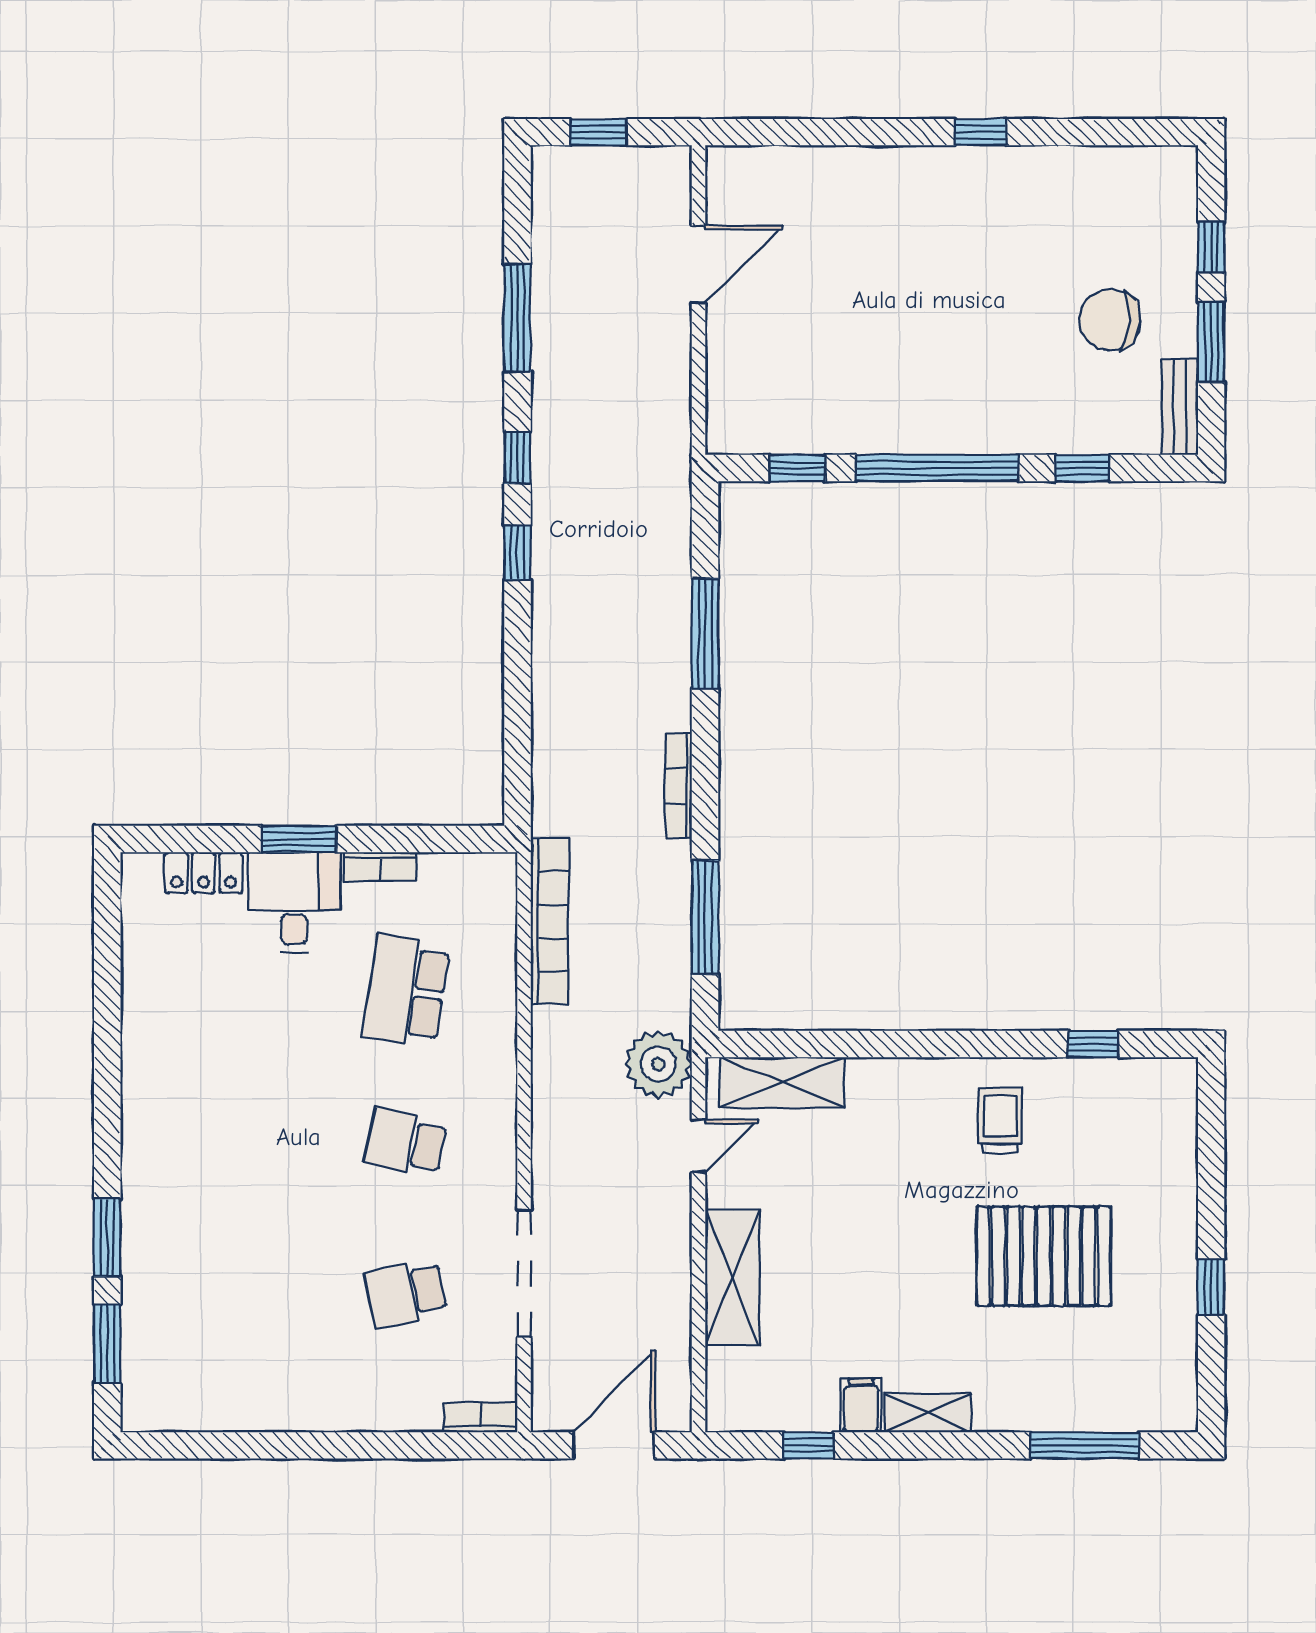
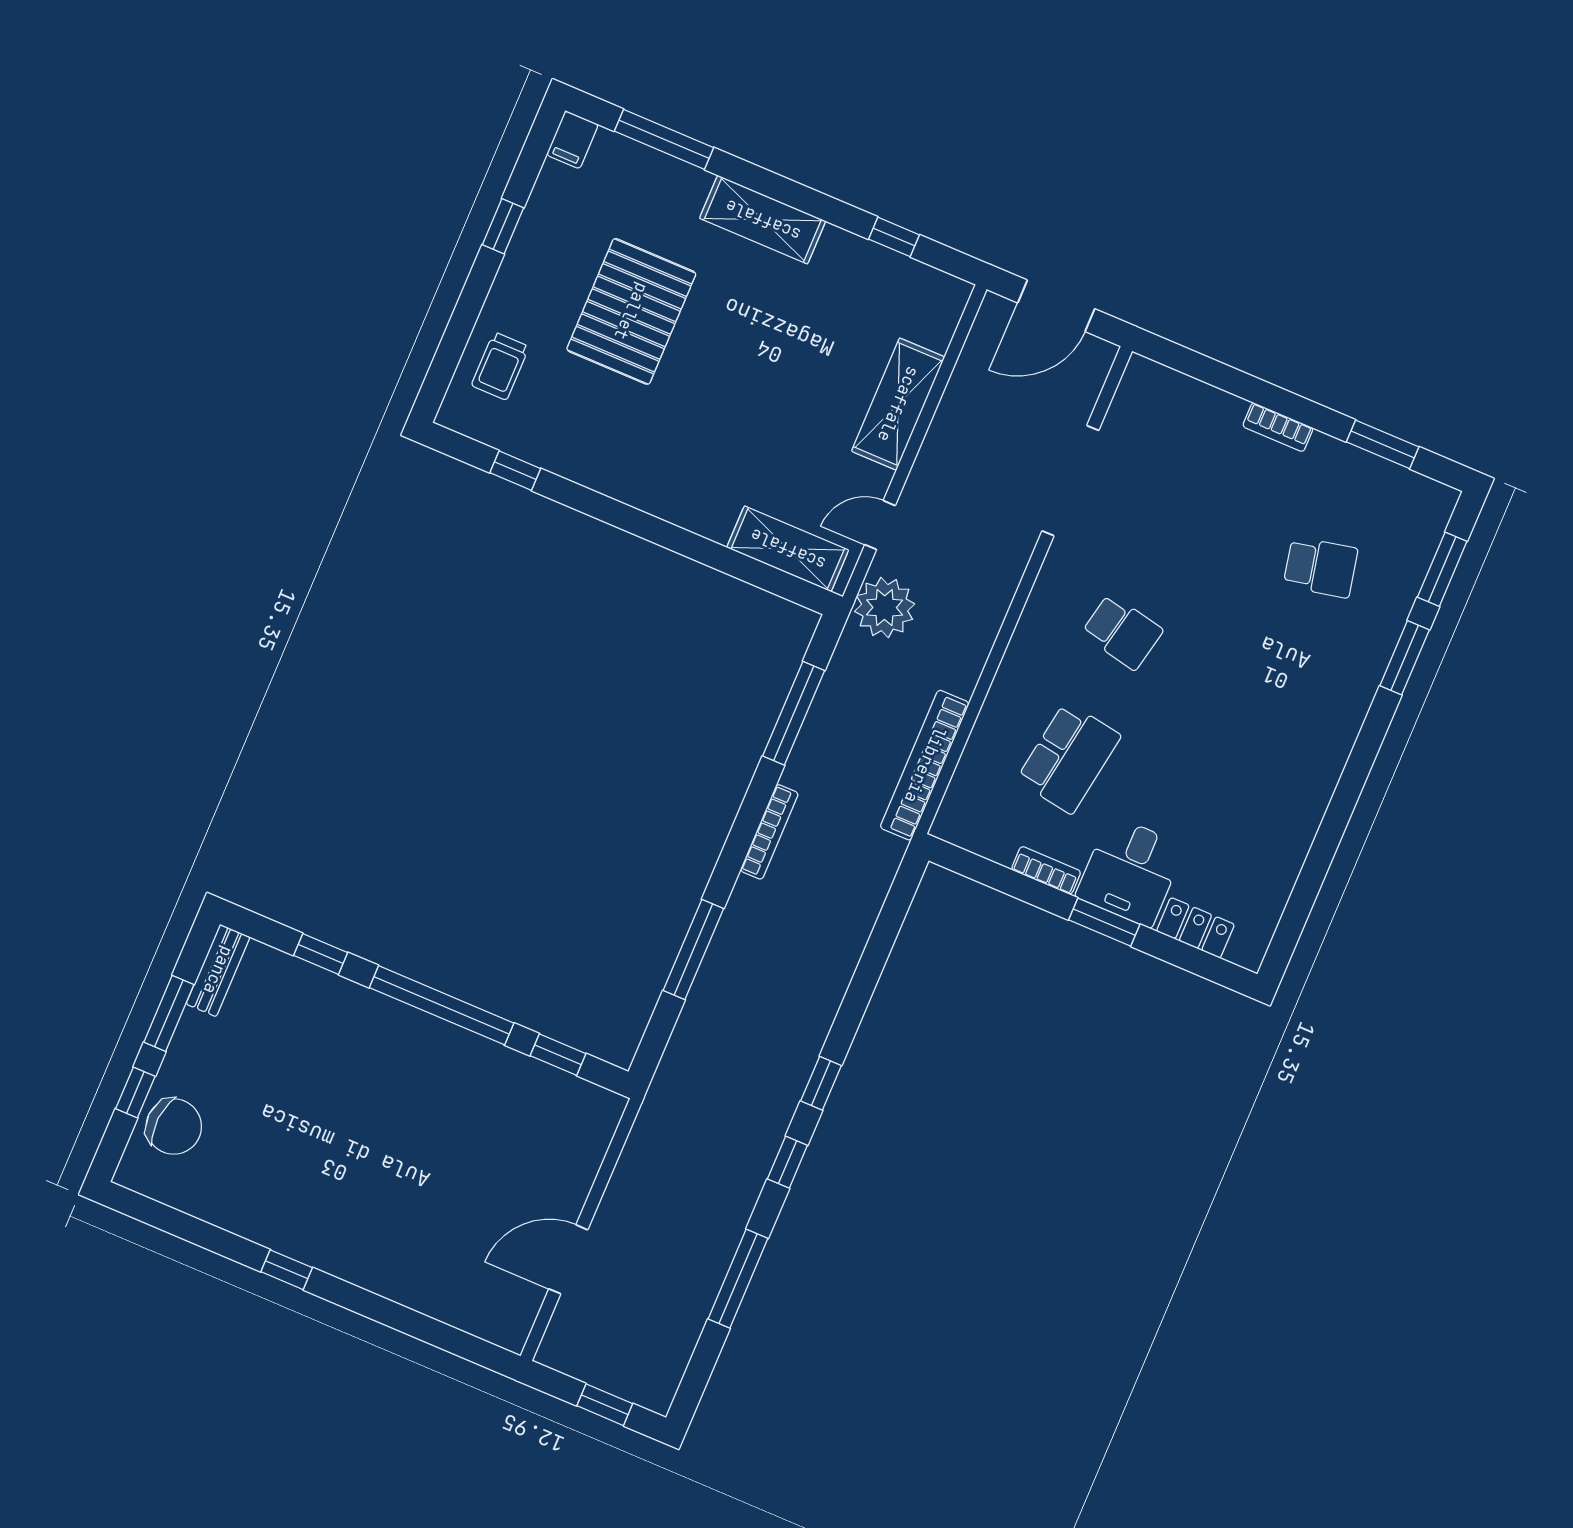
chair: (1110, 320) -> (174, 1127), moved
trolley: (1000, 1121) -> (500, 366), moved
pallet: (1044, 1256) -> (631, 311), turned 90
school desk: (406, 1294) -> (1321, 567), moved
filing cabinet: (861, 1405) -> (572, 140), moved
shelving: (928, 1413) -> (763, 220), width x1.50, depth x1.33
bookcase: (481, 1418) -> (1278, 427), moved
window: (222, 1445) -> (1383, 444), added

